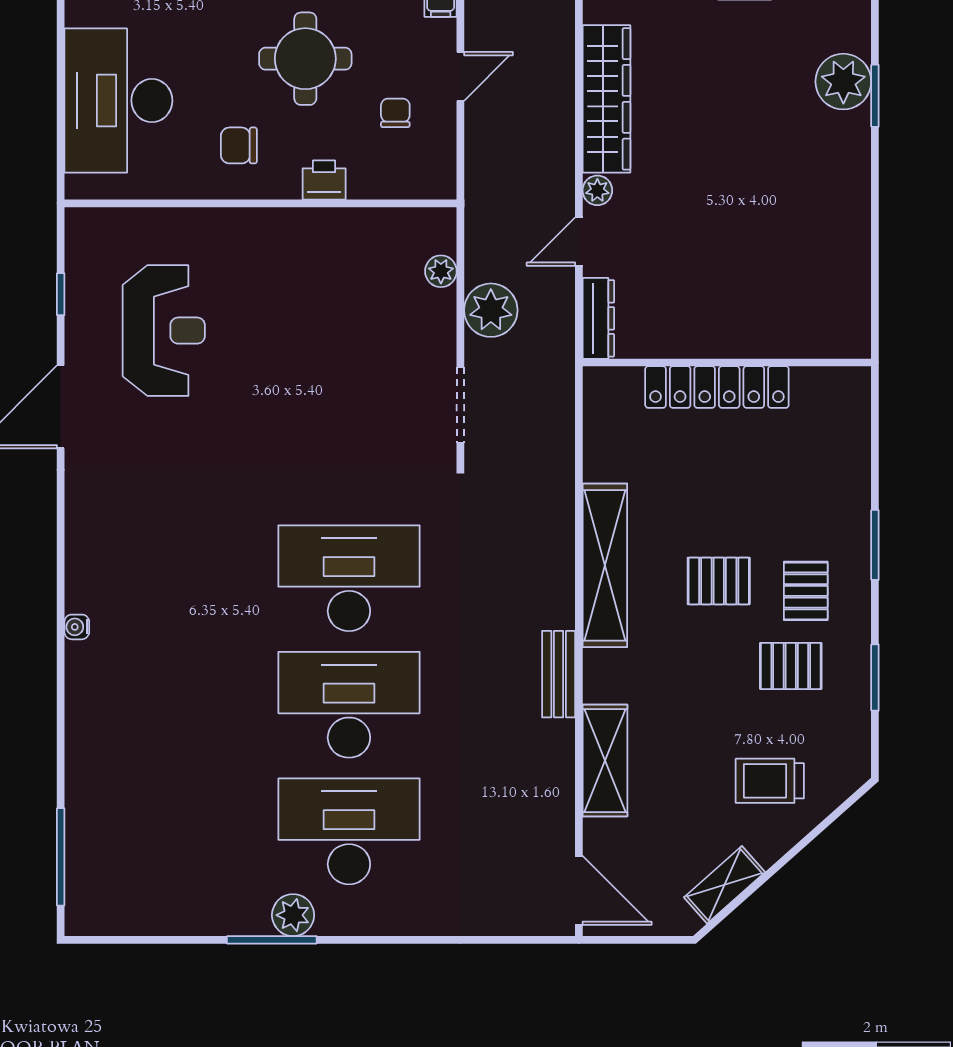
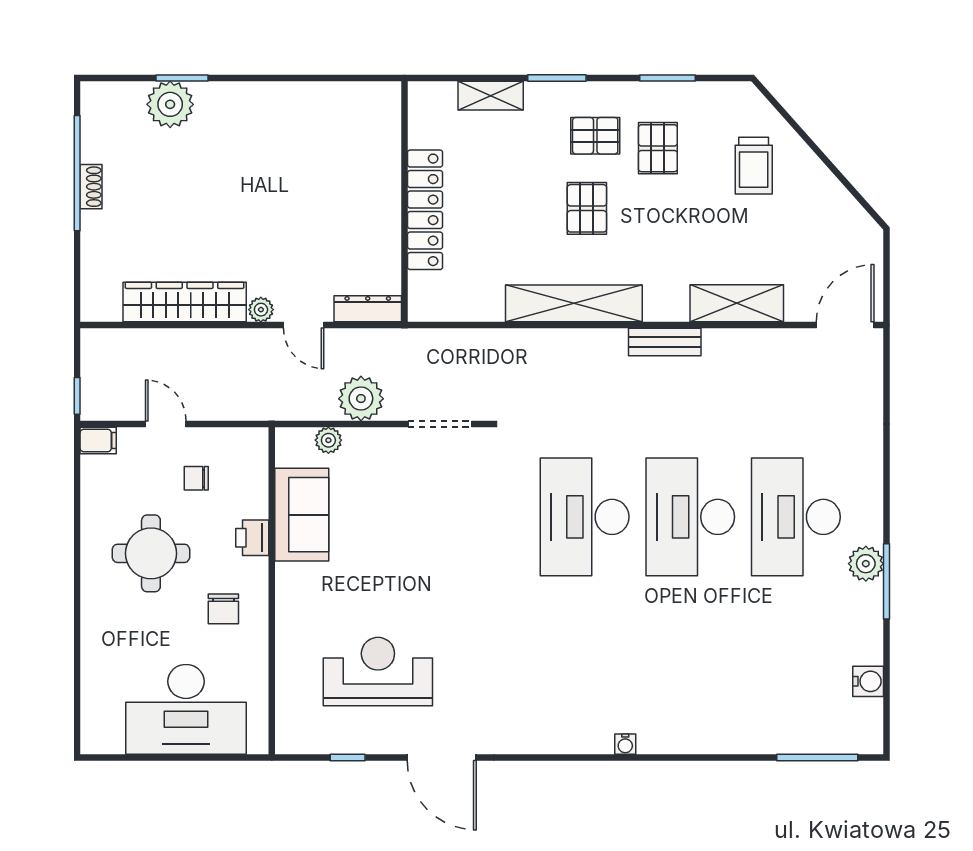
sofa: (352, 239) -> (302, 515), added
shelving: (725, 885) -> (491, 96), moved, turned -48
water cooler: (152, 918) -> (868, 681), added

